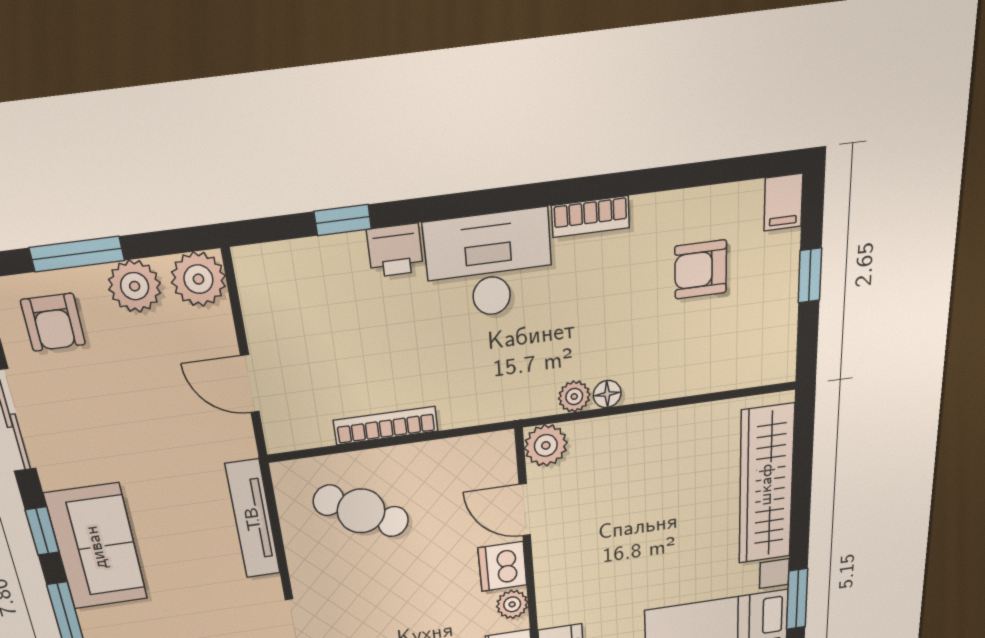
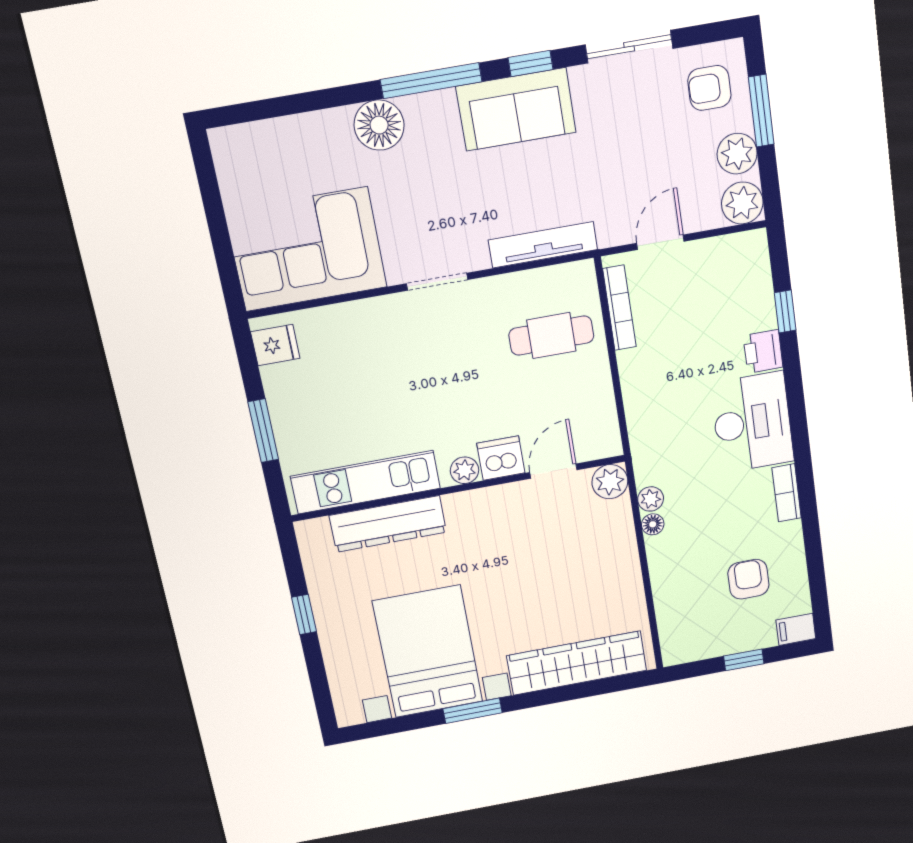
bookcase: (386, 426) -> (619, 308), moved
cafe table: (361, 511) -> (551, 336), turned 62

